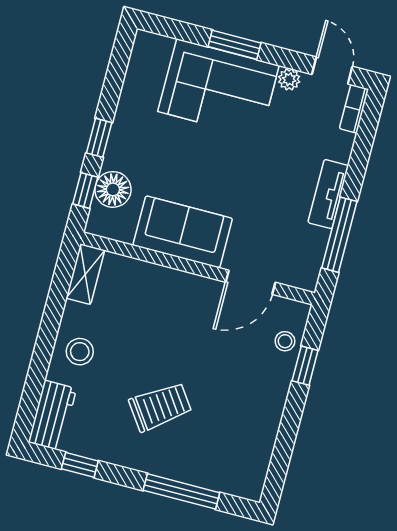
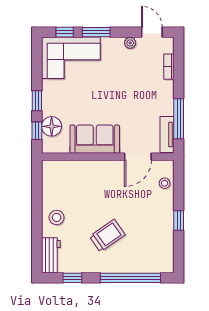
window: (179, 30) -> (65, 32), added
corner sofa: (218, 88) -> (71, 58), moved
bookcase: (354, 109) -> (169, 67), moved
tv unit: (328, 194) -> (167, 134), moved
shelving: (85, 274) -> (49, 175), removed
window: (305, 366) -> (179, 221), moved
window: (181, 491) -> (130, 278), width x1.46

